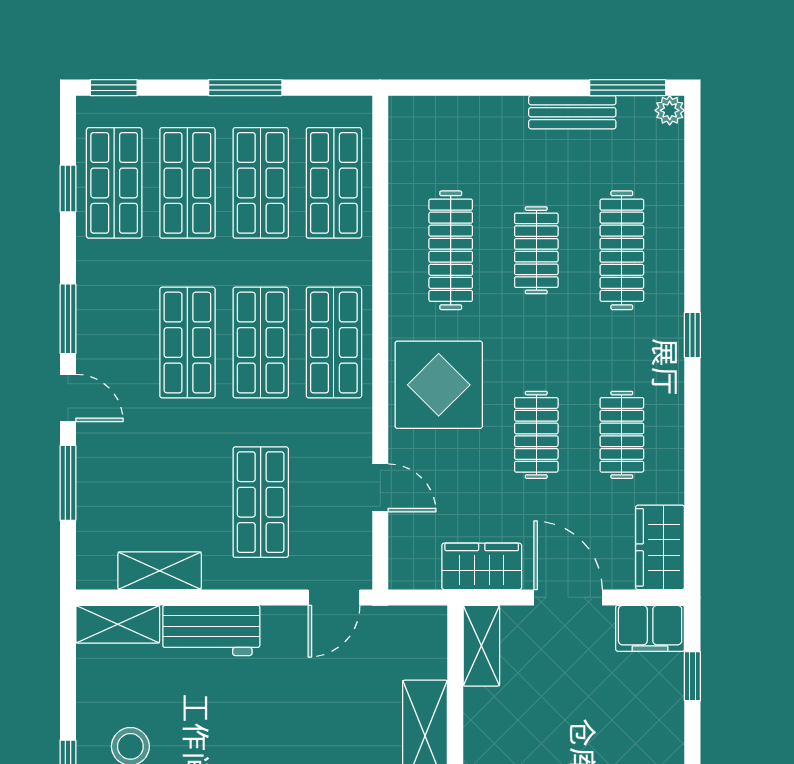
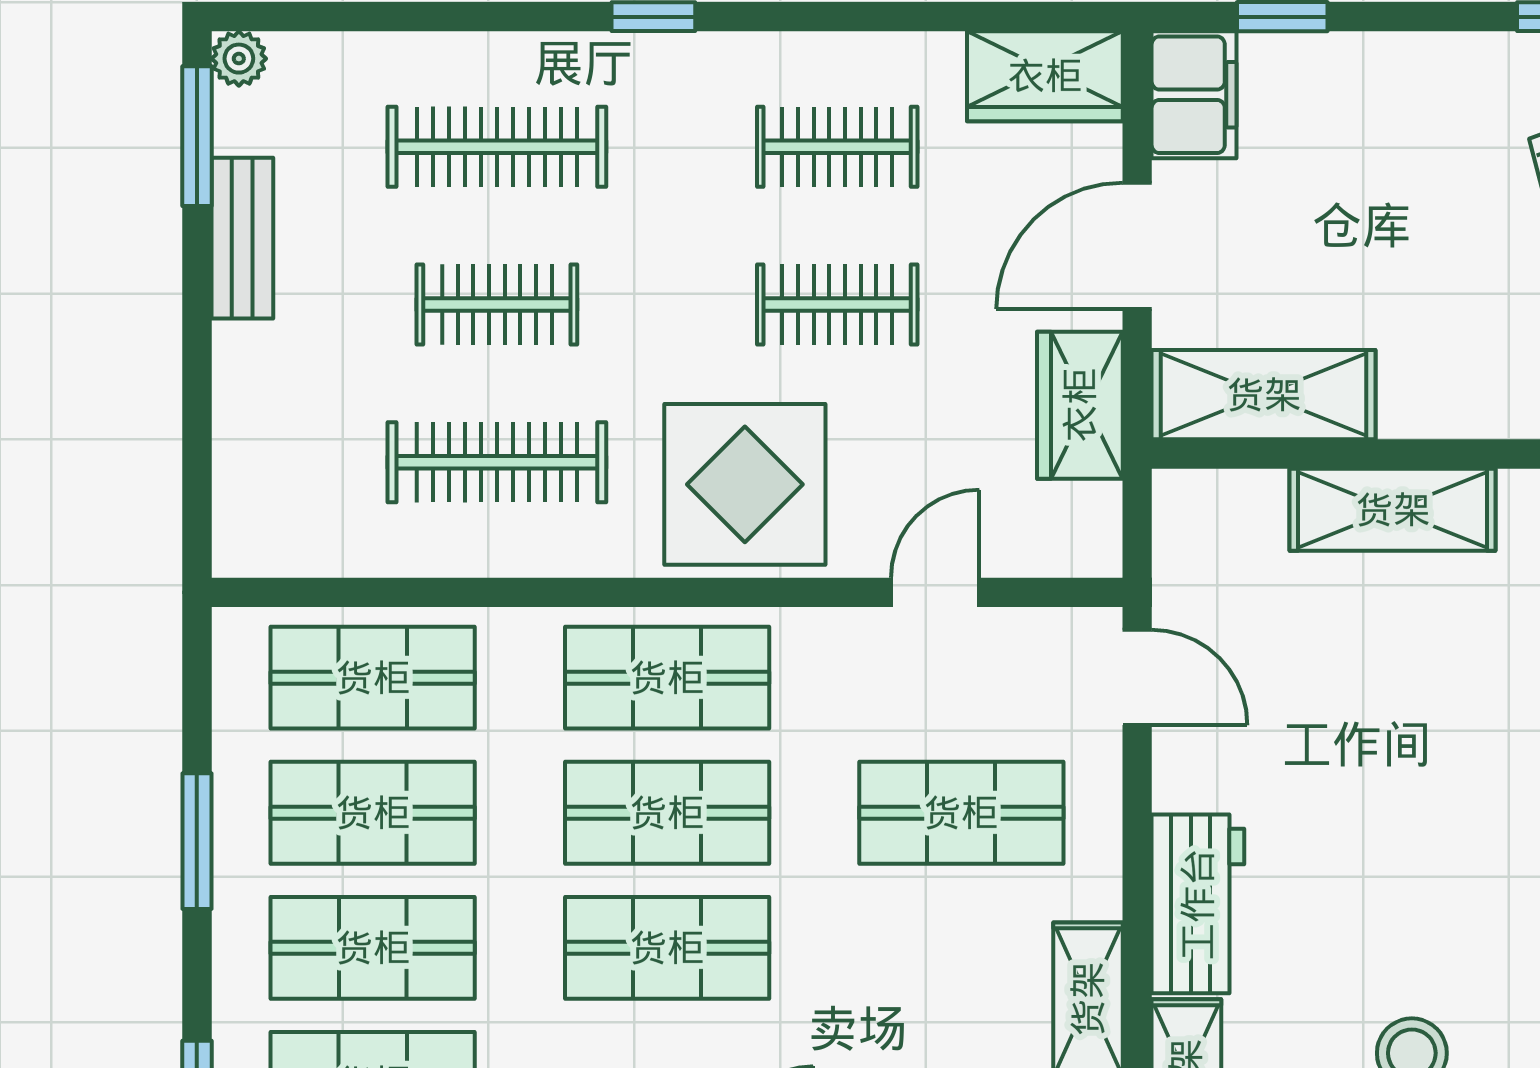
shelving: (481, 646) -> (1264, 395), width x1.50, depth x1.33

